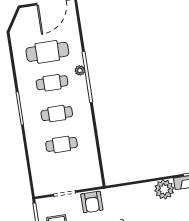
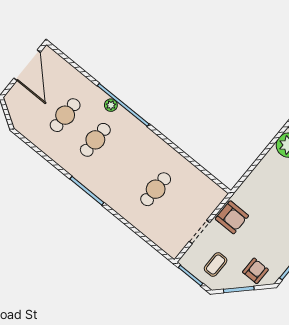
cafe table: (47, 52) -> (65, 115), width x0.73, depth x0.74
cafe table: (57, 114) -> (125, 165), removed

